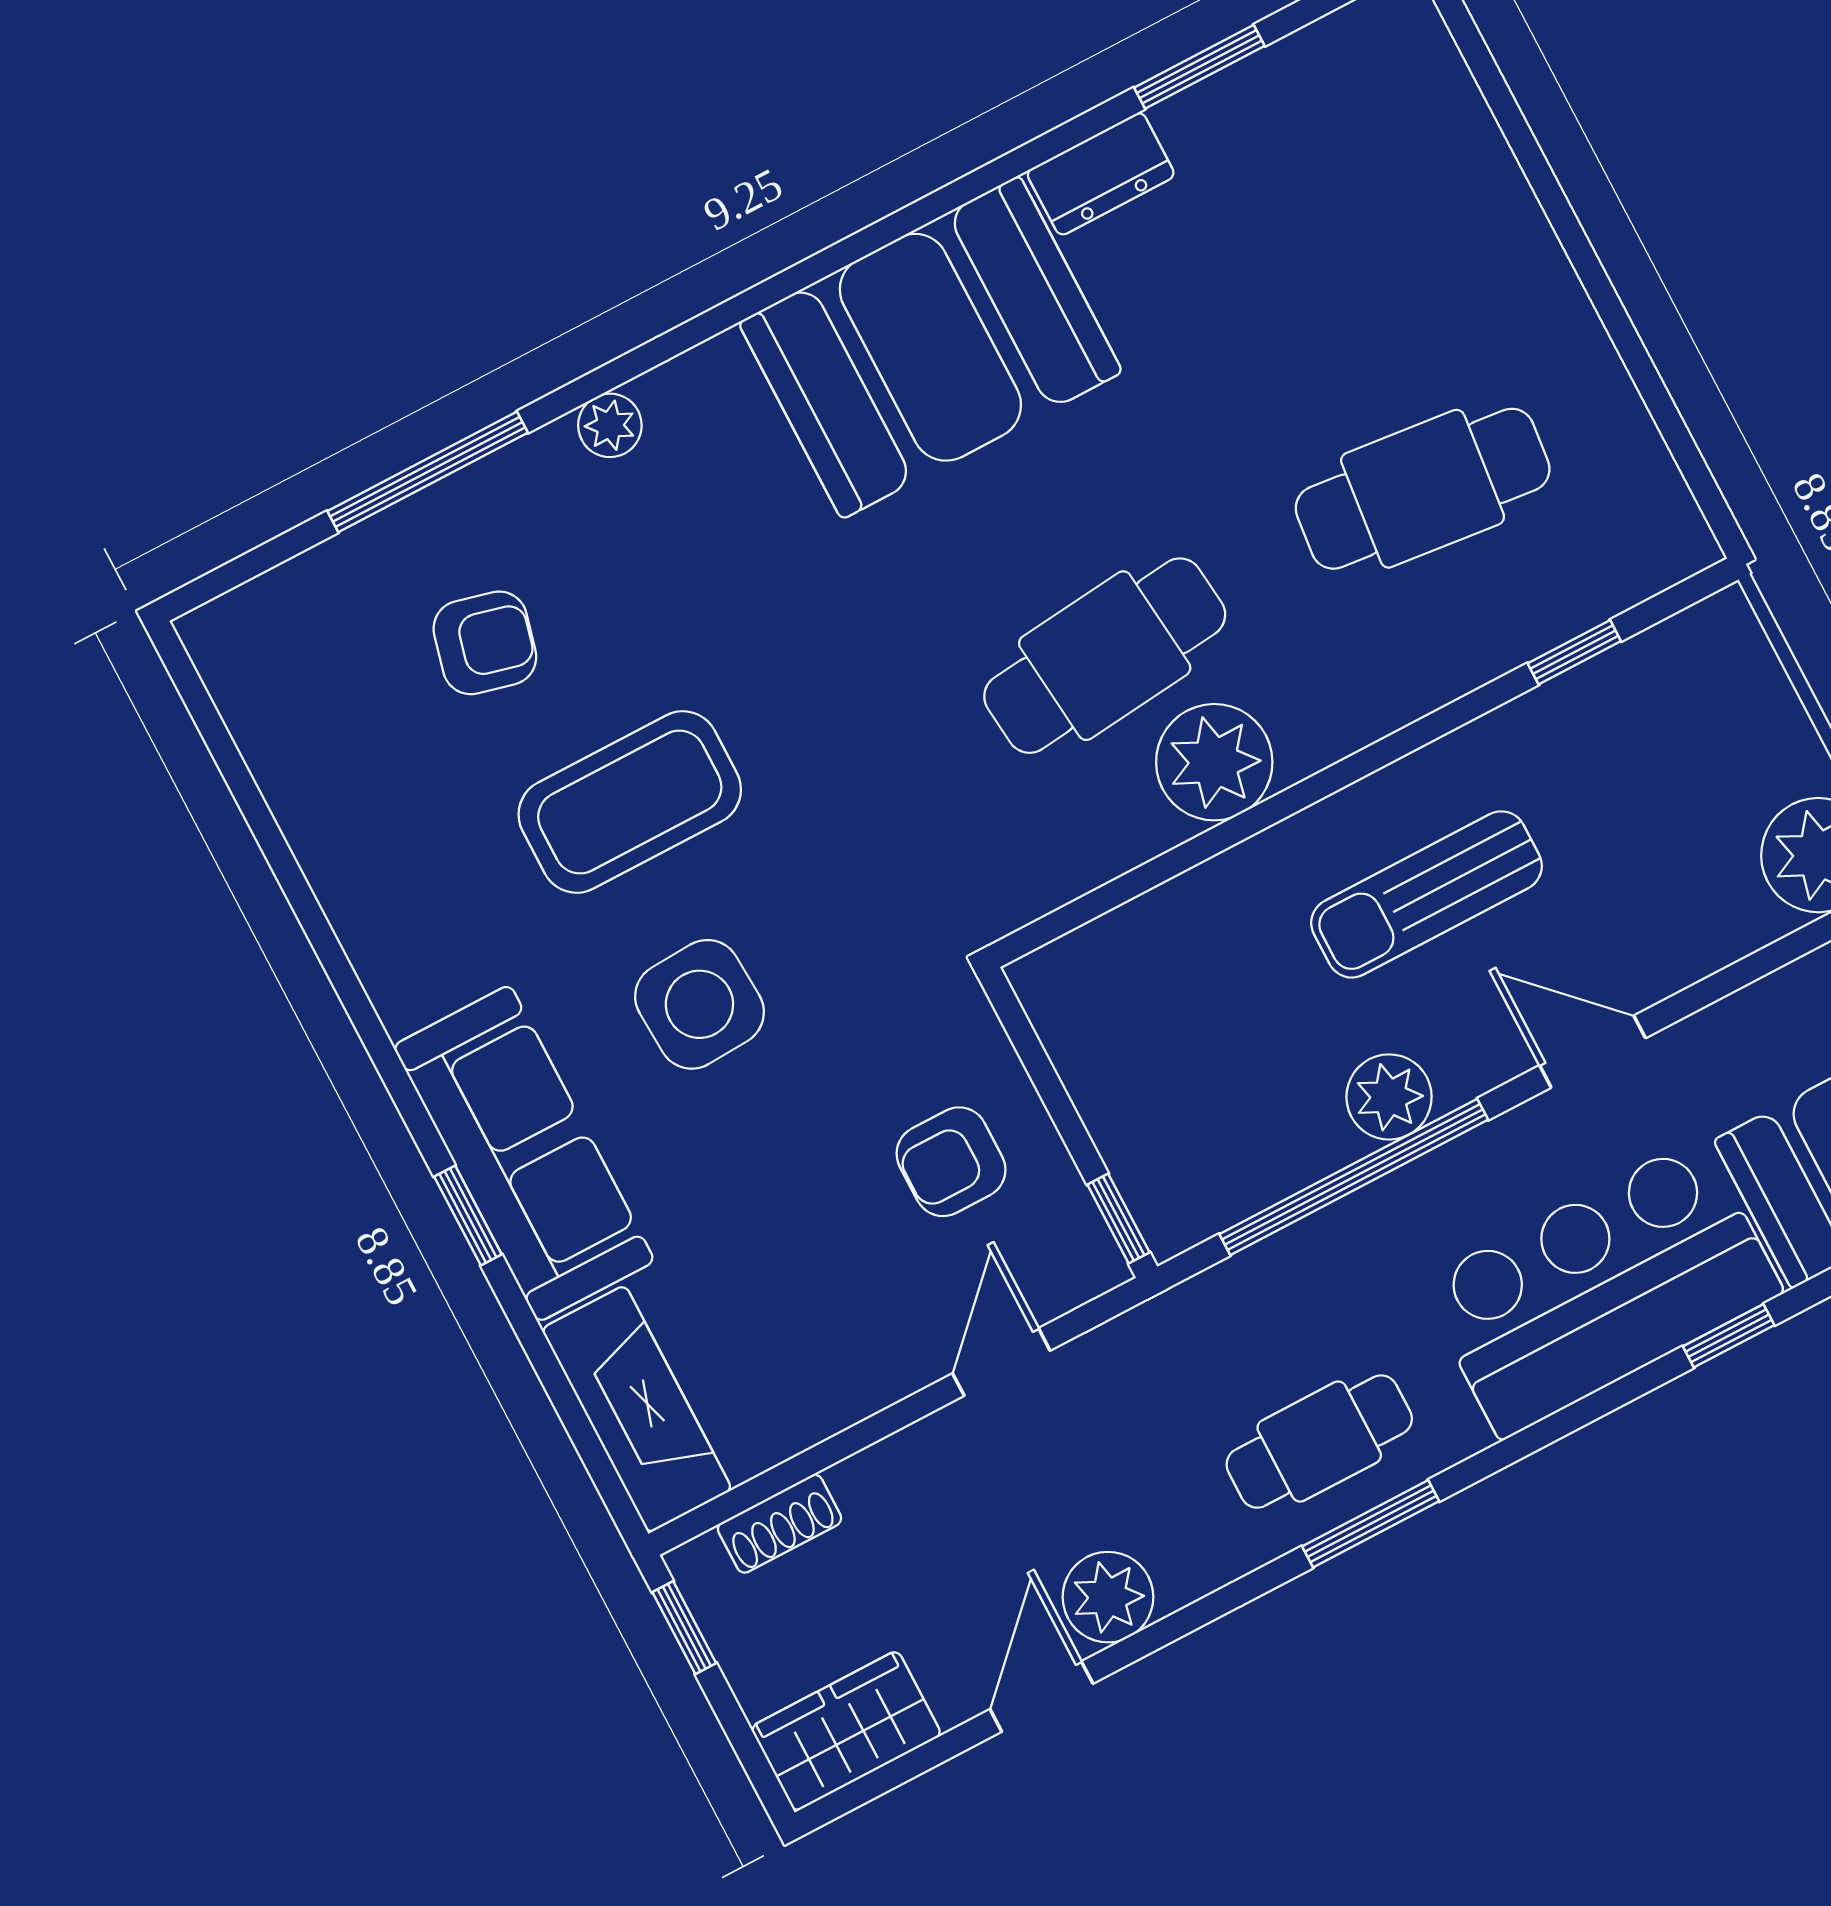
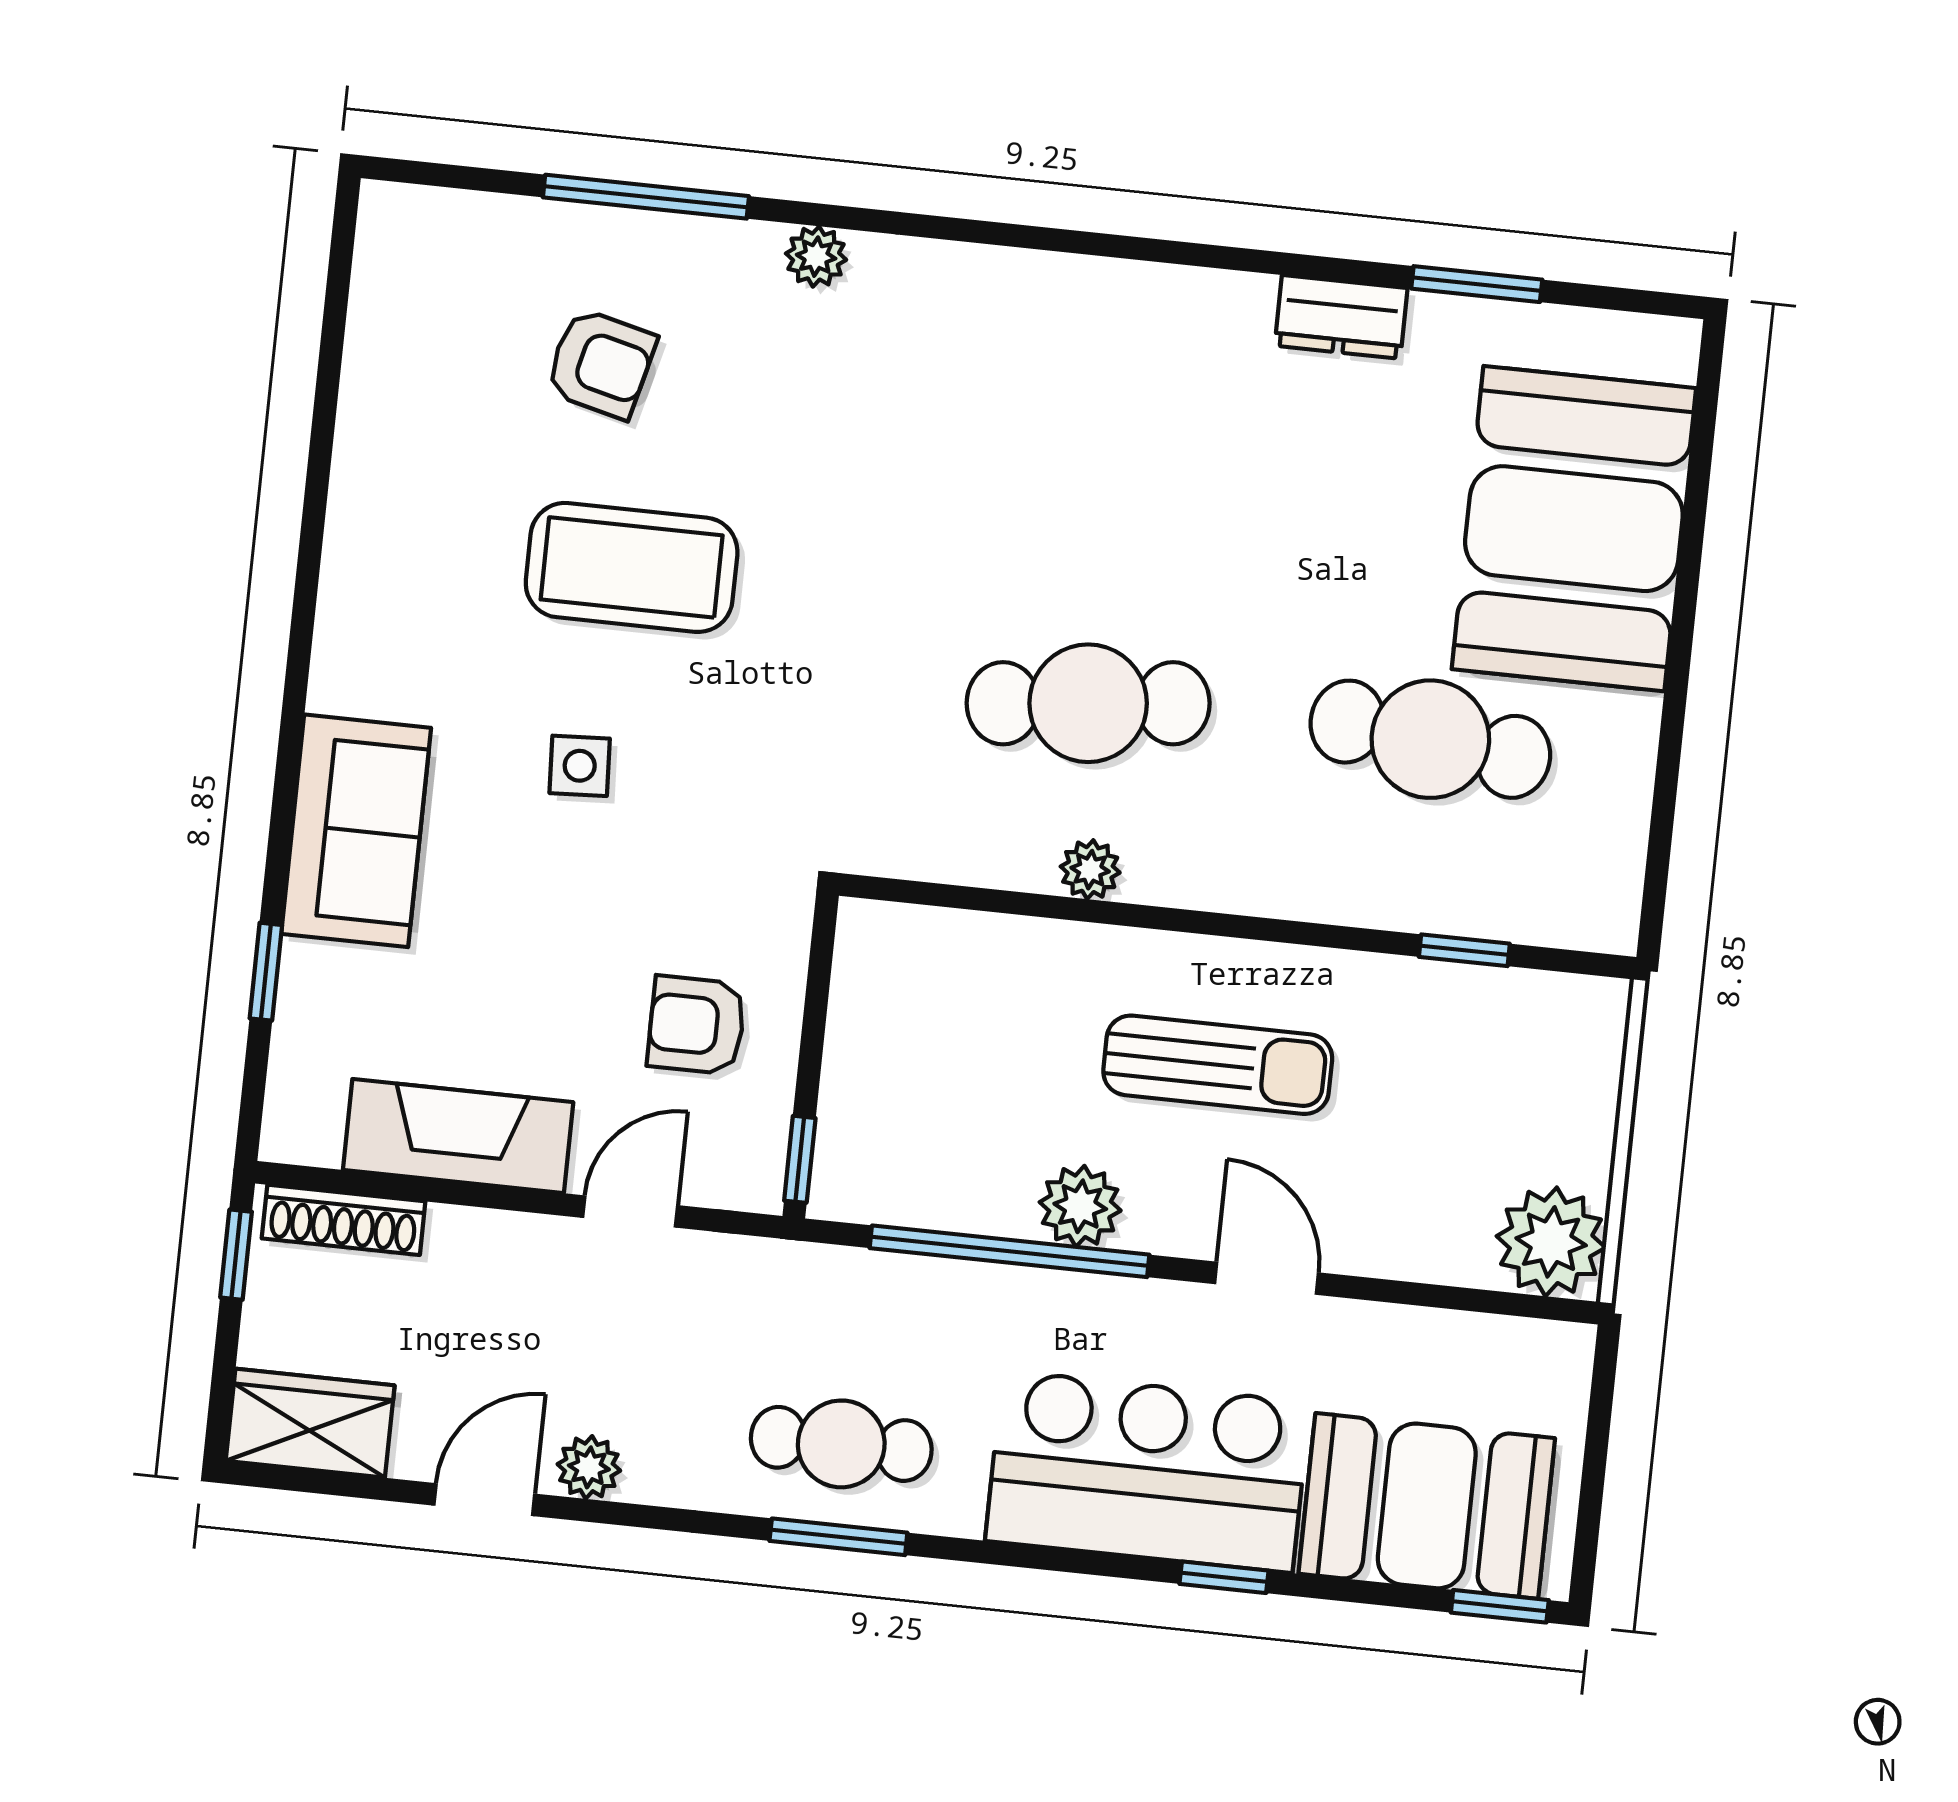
booth: (930, 347) -> (1574, 529), moved, turned 90
plant: (1214, 762) -> (1090, 870), width x0.53, depth x0.53
sun lounger: (1427, 894) -> (1218, 1065), turned 180
side table: (699, 1004) -> (580, 766), width x0.54, depth x0.54
sofa: (524, 1153) -> (356, 831), width x0.73
window: (468, 1216) -> (266, 972), moved
fireplace: (637, 1409) -> (458, 1136), moved, turned -90
shoe rack: (780, 1524) -> (344, 1220), width x1.43
plant: (1108, 1597) -> (589, 1467), width x0.73, depth x0.73

